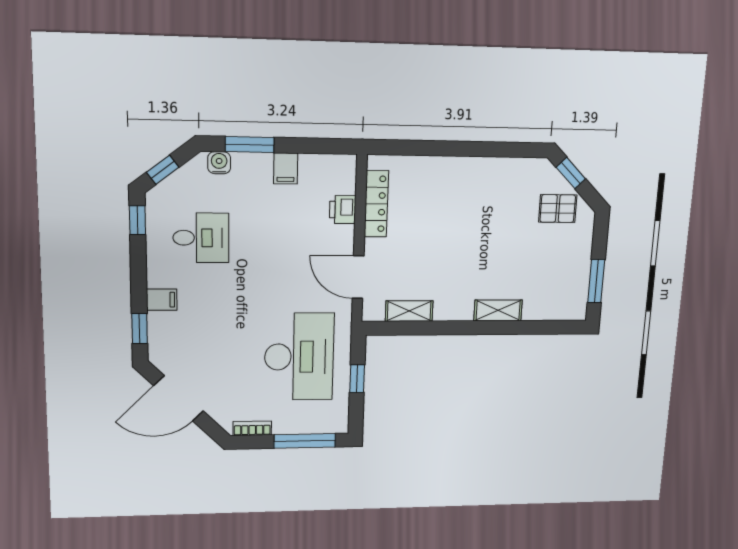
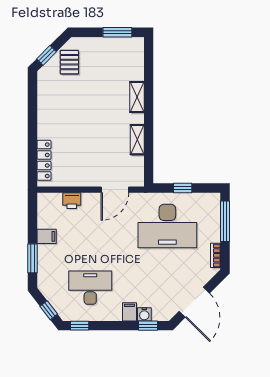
water cooler: (219, 163) -> (144, 314), moved, turned -90
locker: (376, 204) -> (44, 160), moved, turned 90
desk: (201, 238) -> (90, 288), width x1.37
shelving: (409, 311) -> (137, 140), moved
desk: (299, 357) -> (167, 226), turned 180

